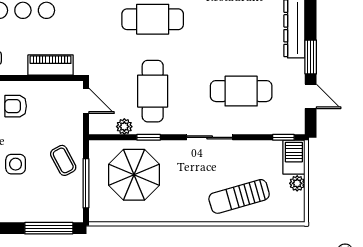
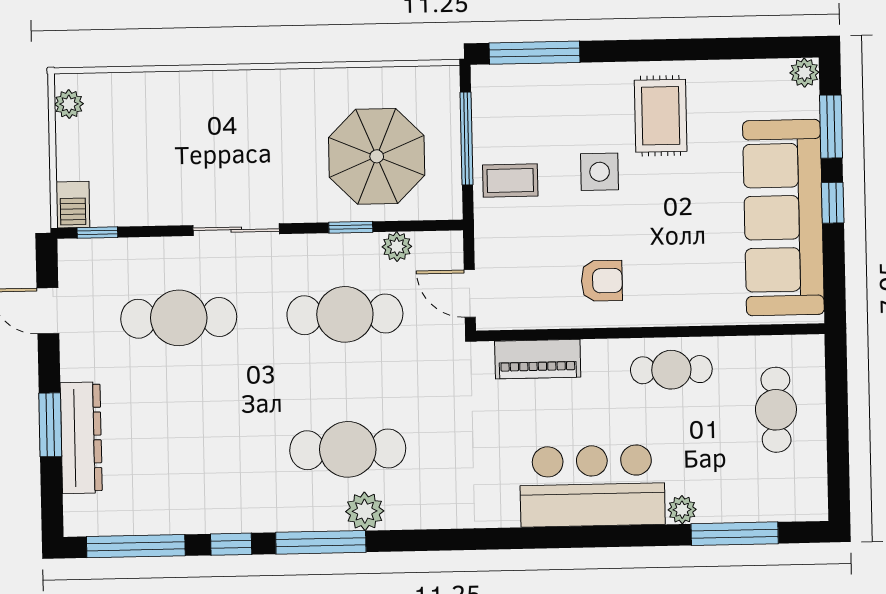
window: (311, 57) -> (50, 425), moved
cafe table: (153, 91) -> (345, 314), turned 90
barbecue: (294, 157) -> (73, 205), width x0.73, depth x0.79
coffee table: (63, 160) -> (510, 181), turned -62
plant: (297, 183) -> (69, 104), moved
sun lounger: (239, 196) -> (178, 120), removed

